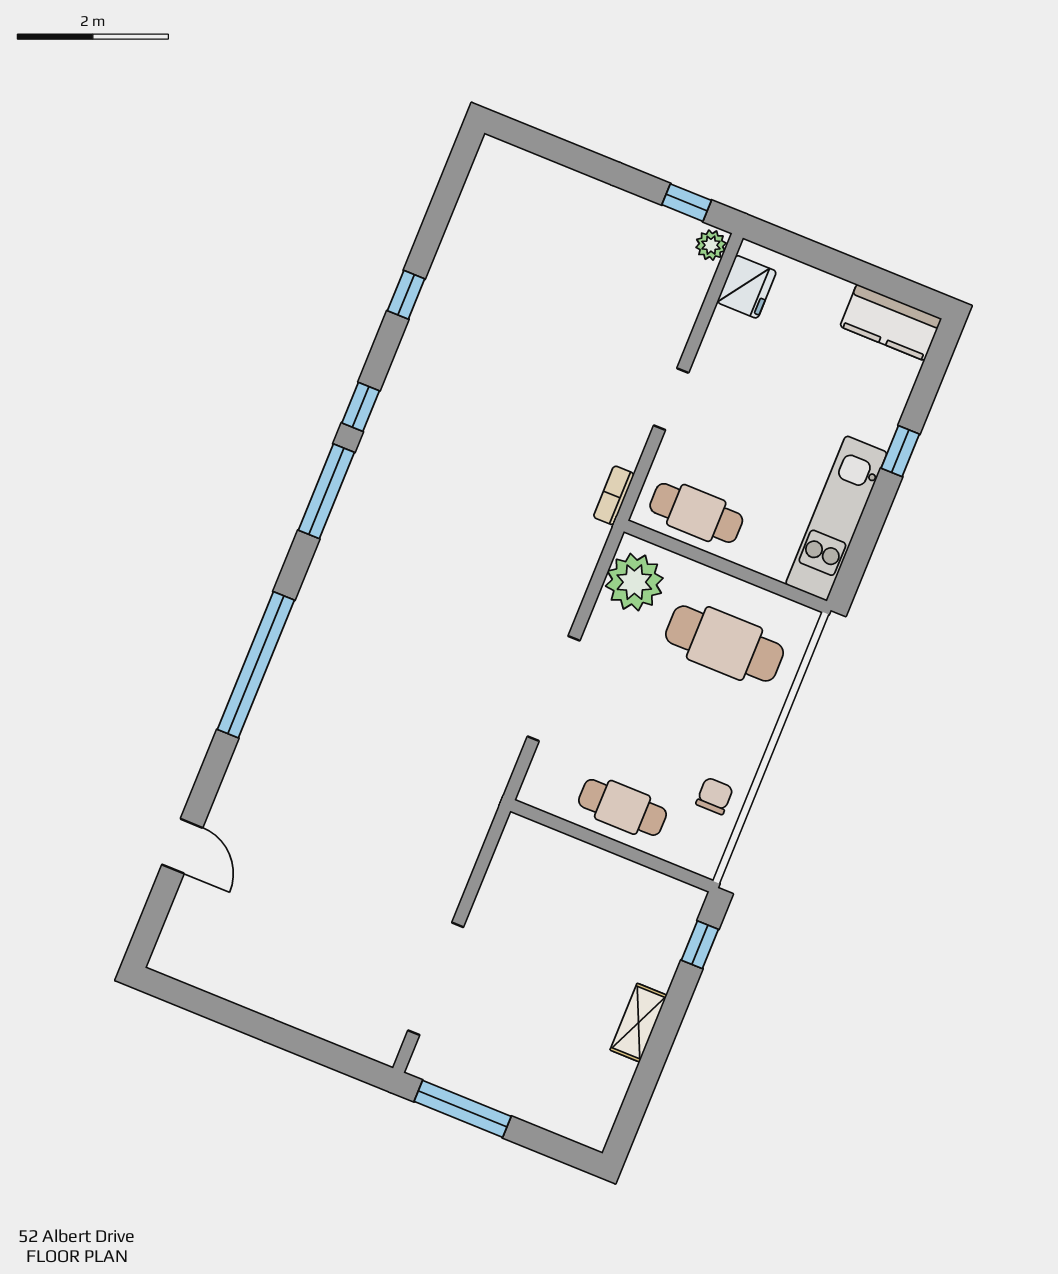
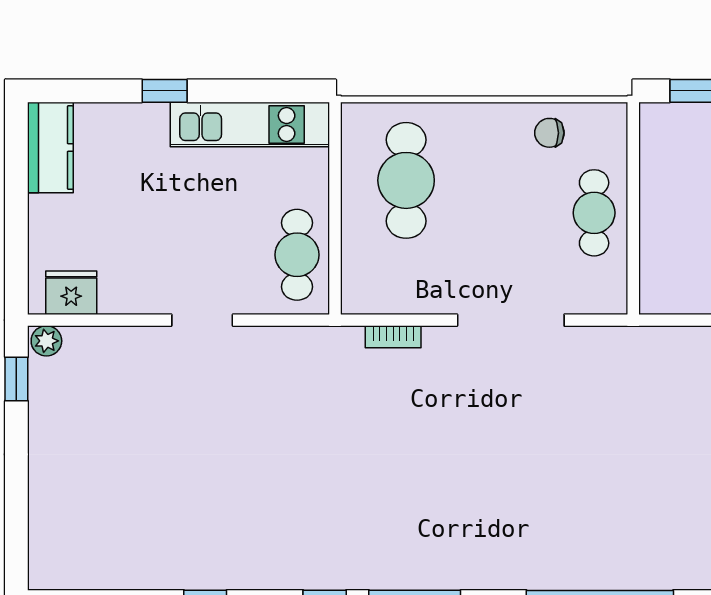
bookcase: (614, 495) -> (393, 337), moved
plant: (634, 582) -> (383, 286), removed

